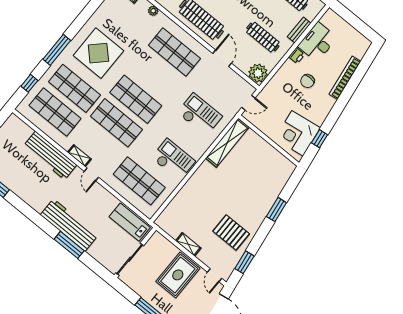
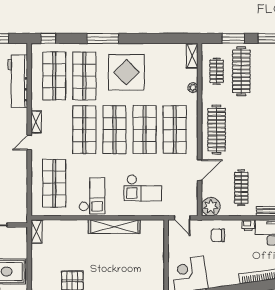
shop shelf: (155, 76) -> (145, 130), added
chair: (308, 81) -> (218, 235), moved
window: (29, 83) -> (48, 38), moved
checkout: (200, 114) -> (143, 188), turned 90
shelving: (227, 143) -> (114, 227), moved
workbench: (50, 155) -> (18, 81), moved
lab bench: (130, 222) -> (17, 202), removed
shelving: (188, 244) -> (36, 232), moved

